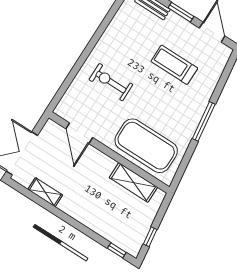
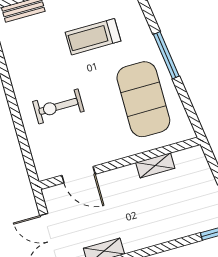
exercise mat: (146, 146) -> (143, 99), moved, turned 90
shelving: (133, 182) -> (155, 165), width x0.67, depth x0.75

